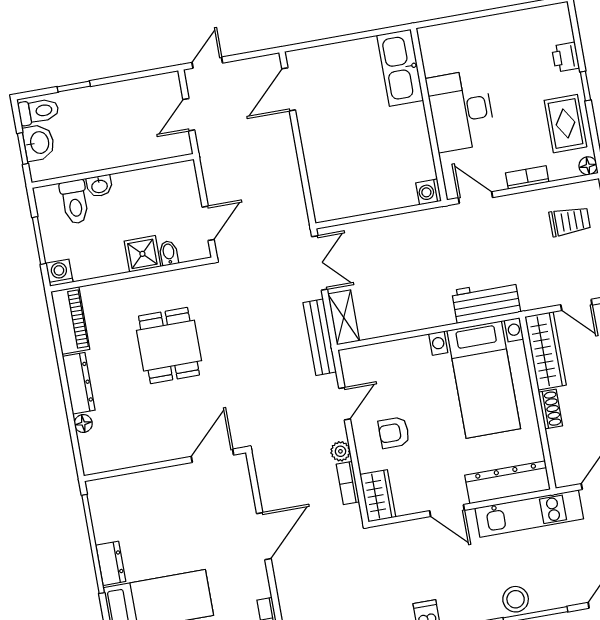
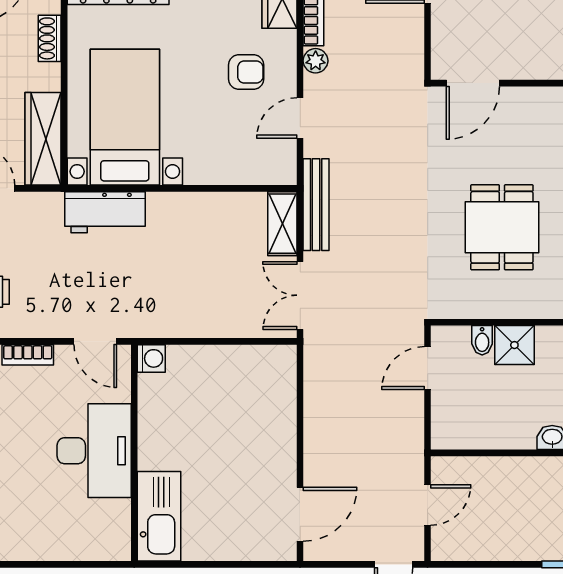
shoe rack: (550, 409) -> (50, 38), moved

